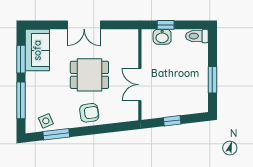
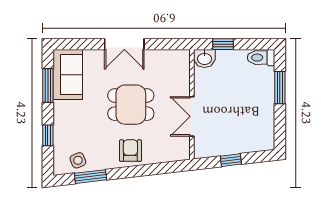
washbasin: (162, 37) -> (204, 58), moved
window: (212, 80) -> (280, 88), moved
window: (21, 100) -> (48, 135), width x0.46
armchair: (89, 113) -> (130, 151), turned -82

